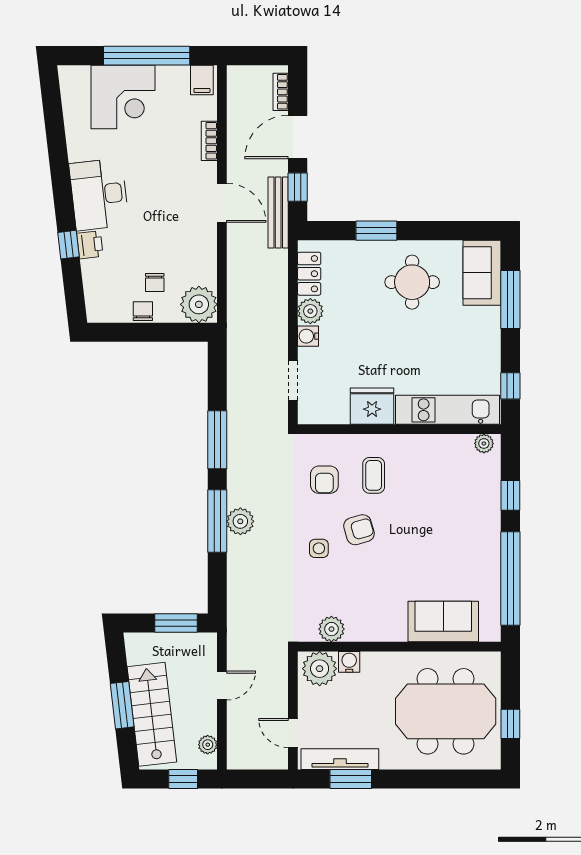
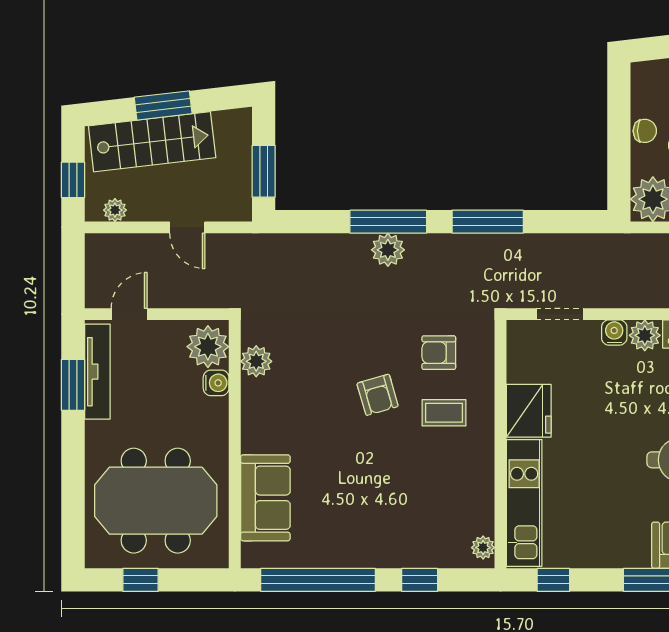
side table: (319, 548) -> (355, 346), removed
meeting table: (446, 711) -> (156, 501), turned 90

